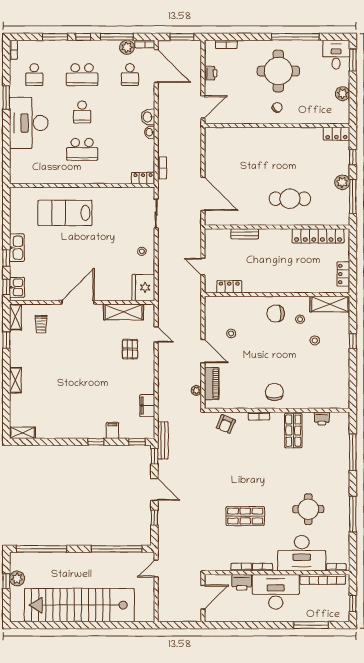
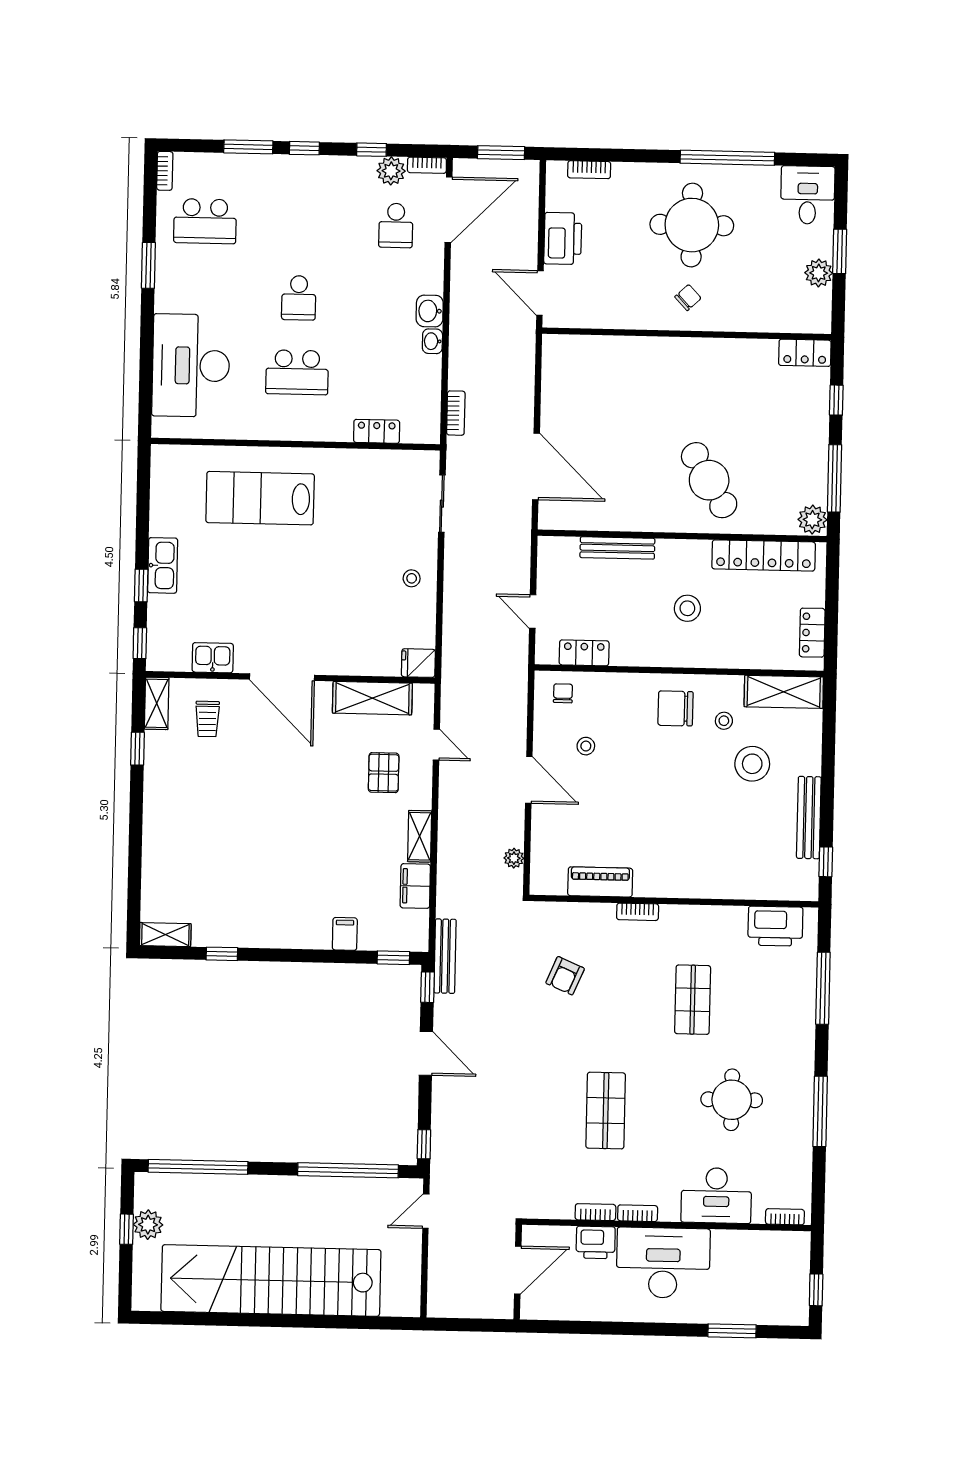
window: (117, 37) -> (372, 150), width x0.46
window: (353, 60) -> (840, 251), moved
door: (156, 66) -> (448, 210), hinge flipped
printer: (211, 73) -> (563, 238), width x1.87, depth x1.48
school desk: (34, 75) -> (205, 221), width x1.85
school desk: (82, 75) -> (300, 223), removed
door: (203, 107) -> (540, 293), swing flipped
desk: (29, 123) -> (191, 366), moved
locker: (143, 178) -> (377, 431), moved
plant: (342, 182) -> (812, 520), moved
cafe table: (290, 199) -> (709, 480), turned 59
bench: (245, 234) -> (617, 548), width x1.36
stool: (280, 263) -> (687, 608), added
kitchen sink: (17, 287) -> (213, 658), moved, turned -90
fridge: (143, 288) -> (418, 663), width x0.53, depth x0.75
door: (78, 302) -> (282, 677), swing flipped
stool: (315, 340) -> (752, 764), width x1.89, depth x1.89
window: (353, 341) -> (826, 862), moved
bench: (344, 367) -> (809, 818), added
shelving: (15, 380) -> (420, 836), moved
piano: (212, 384) -> (600, 882), moved, turned -90
chair: (274, 392) -> (563, 693), moved, width x0.54, depth x0.54
printer: (322, 418) -> (775, 926), width x1.87, depth x1.48
armchair: (226, 424) -> (565, 976), moved
shop shelf: (293, 431) -> (693, 1000), moved
window: (96, 442) -> (222, 954), moved
shop shelf: (245, 516) -> (606, 1111), turned 90
window: (154, 518) -> (424, 1144), moved
desk: (302, 553) -> (716, 1195), width x0.73, depth x0.77
bookcase: (323, 579) -> (757, 1240), removed
window: (311, 625) -> (732, 1331), width x0.69

